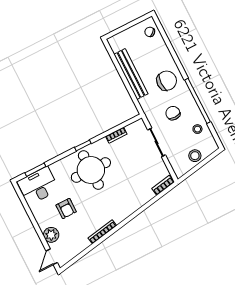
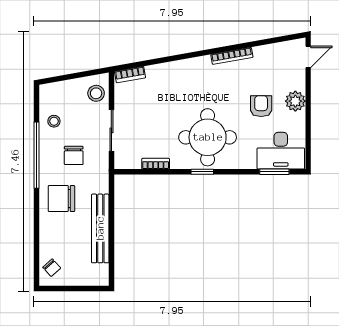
stool: (195, 156) -> (96, 93), moved
plant: (51, 235) -> (295, 101), moved

